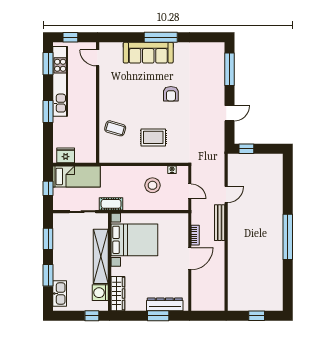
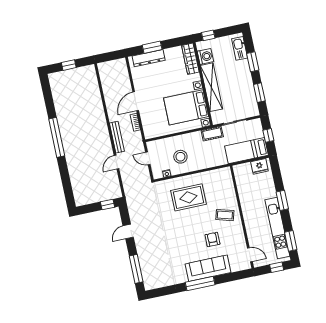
armchair: (171, 94) -> (212, 239), moved
coffee table: (115, 128) -> (225, 215), moved
rug: (153, 137) -> (188, 197), width x1.36, depth x1.43

